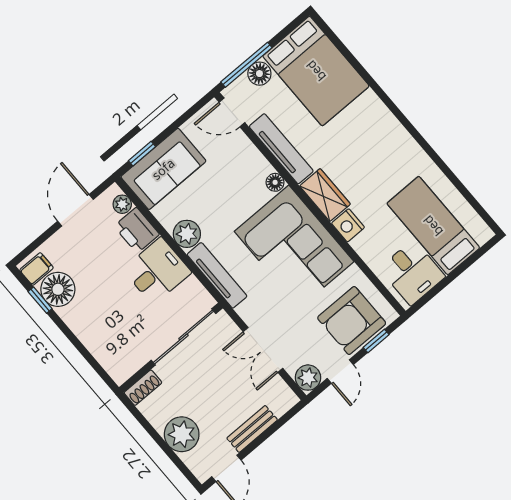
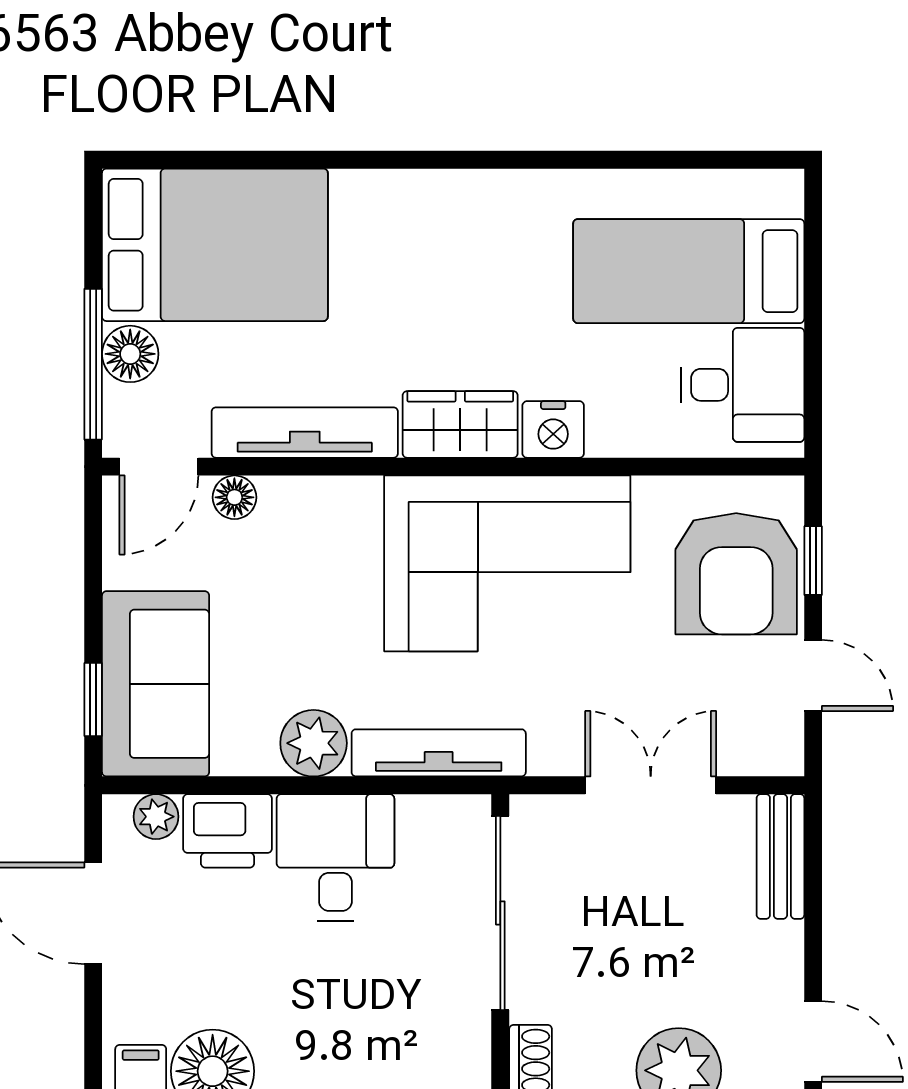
floor lamp: (275, 182) -> (234, 497), moved
double door: (263, 350) -> (651, 785), swing flipped
plant: (308, 378) -> (773, 746), removed
bench: (252, 429) -> (780, 857), moved

